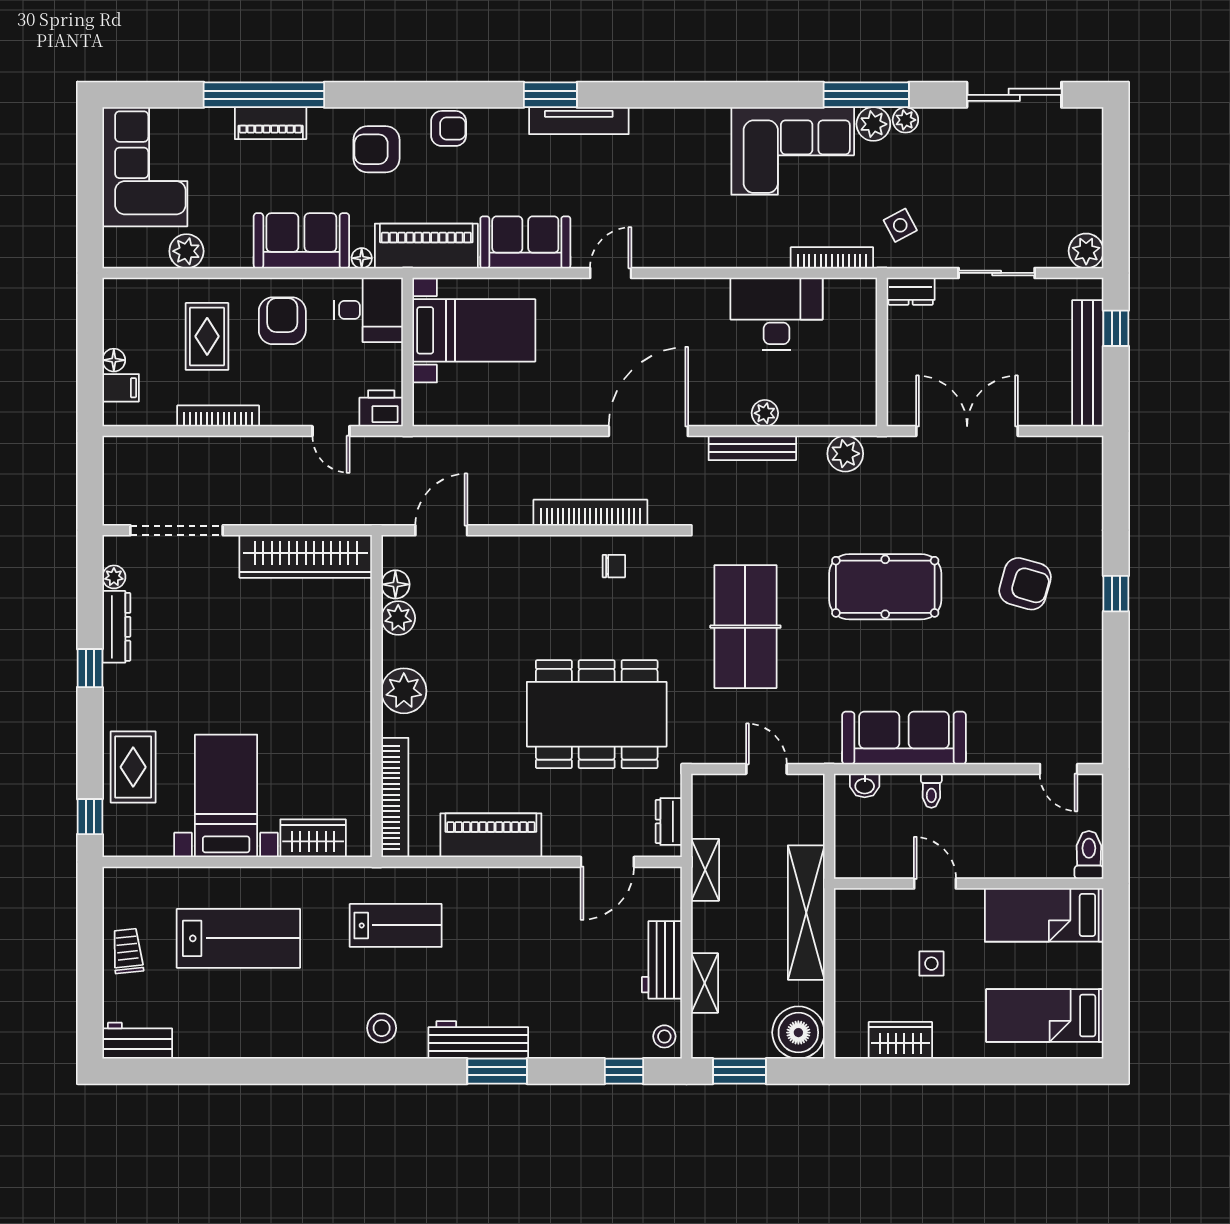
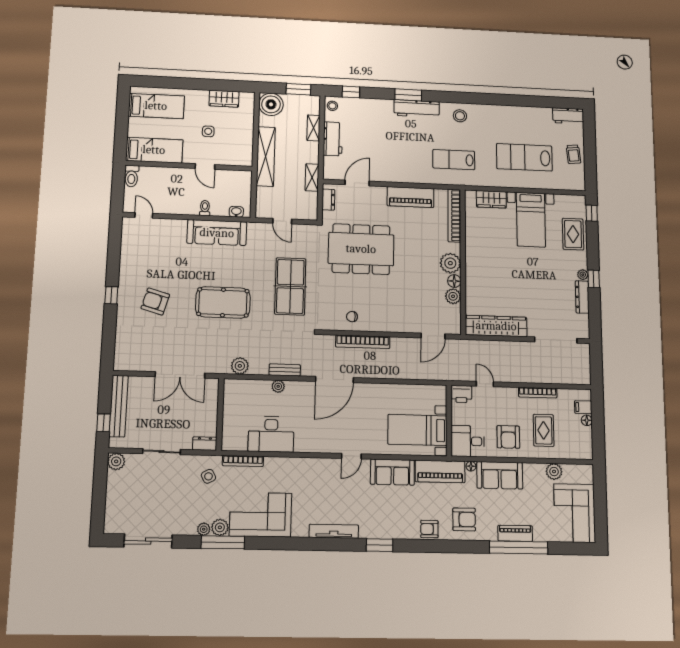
tv unit: (579, 121) -> (334, 531), moved
bench: (752, 448) -> (285, 370), width x0.73
plant: (114, 577) -> (583, 275), moved
floor lamp: (395, 584) -> (454, 281), moved

